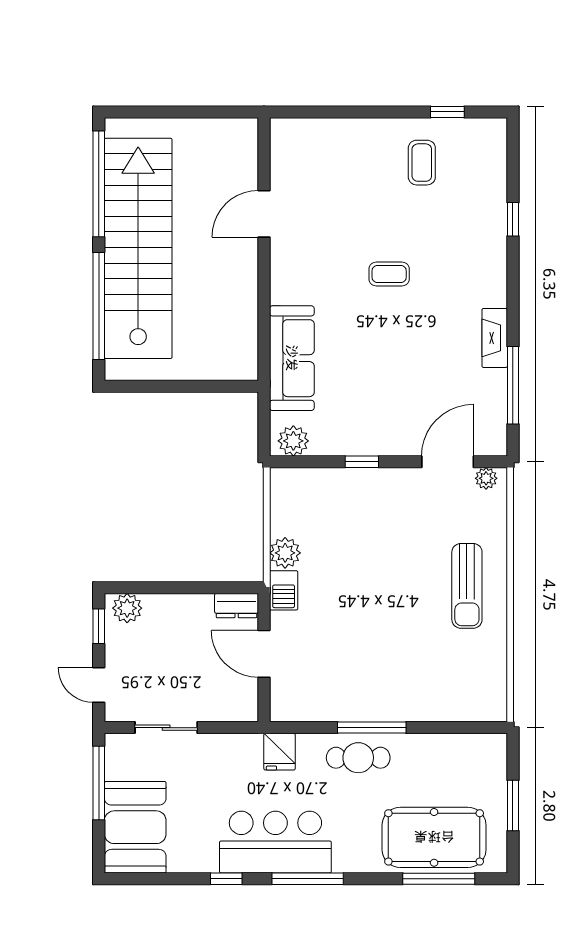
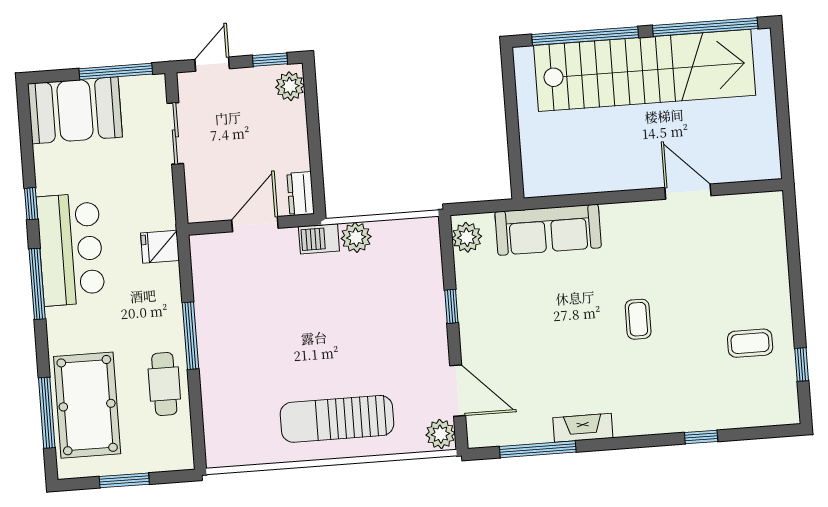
plant: (486, 478) -> (440, 434), width x1.38, depth x1.38
sun lounger: (467, 586) -> (337, 419), width x1.36, depth x1.34
cafe table: (358, 758) -> (164, 384), moved

